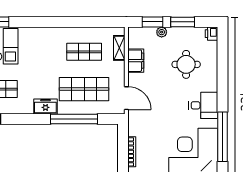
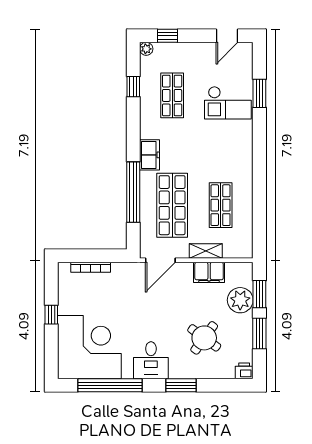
plant: (162, 32) -> (240, 300), width x1.88, depth x1.88
shelving: (119, 48) -> (206, 251), moved
round table: (186, 64) -> (204, 338), turned 36
window: (222, 82) -> (181, 385), added

